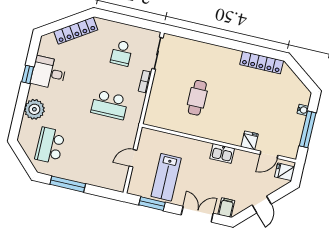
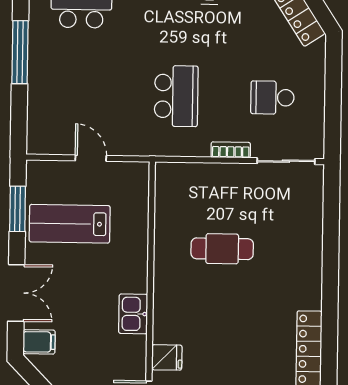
school desk: (110, 105) -> (176, 96), turned 180

